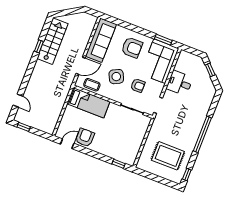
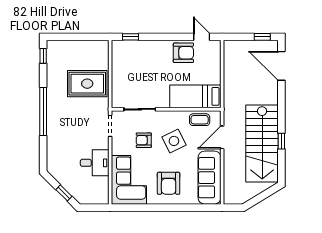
window: (163, 40) -> (135, 208), removed
stairs: (53, 41) -> (262, 144), width x1.36, depth x1.51
armchair: (132, 48) -> (169, 183), turned -90
door: (18, 101) -> (281, 66), width x1.87
armchair: (85, 138) -> (183, 53), turned -90
door: (67, 144) -> (202, 37), swing flipped
rug: (168, 156) -> (87, 84), moved

